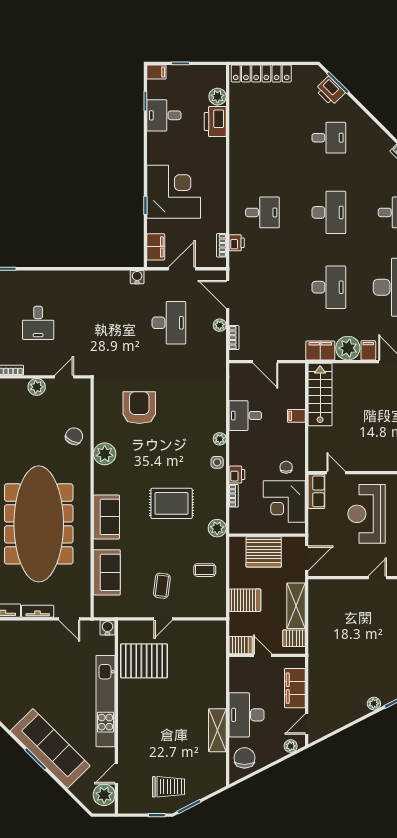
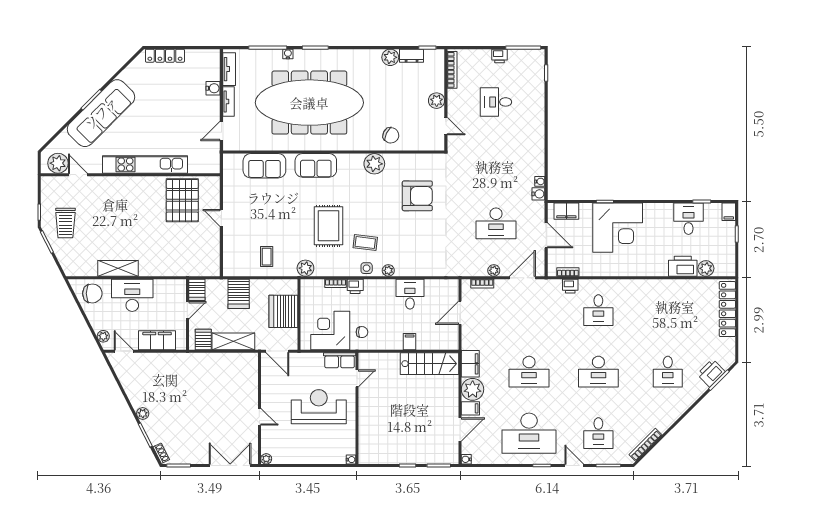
water cooler: (124, 276) -> (540, 181), added
coffee table: (162, 586) -> (365, 243), moved
water cooler: (108, 628) -> (213, 88), moved

